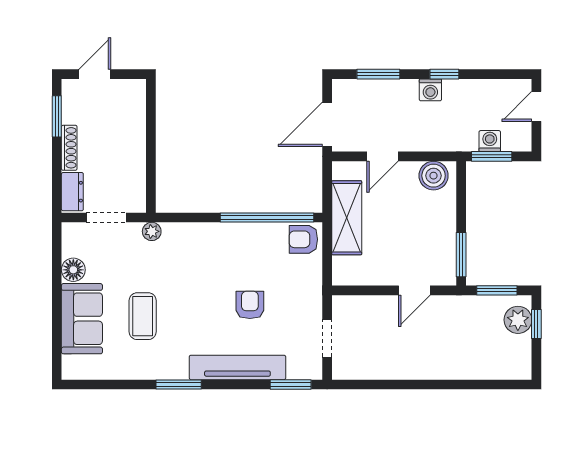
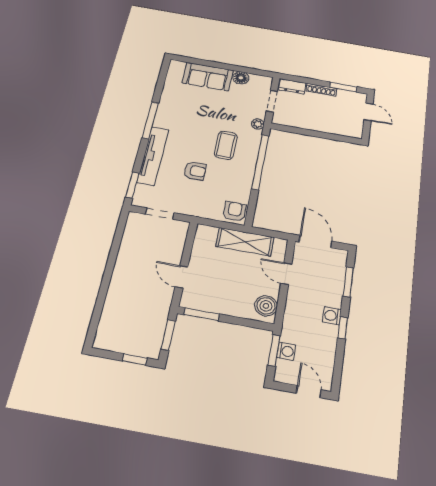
window: (267, 218) -> (260, 162), moved
coffee table: (143, 316) -> (226, 145), moved, turned 90
plant: (518, 320) -> (141, 346), removed
window: (179, 384) -> (150, 120), width x1.44

